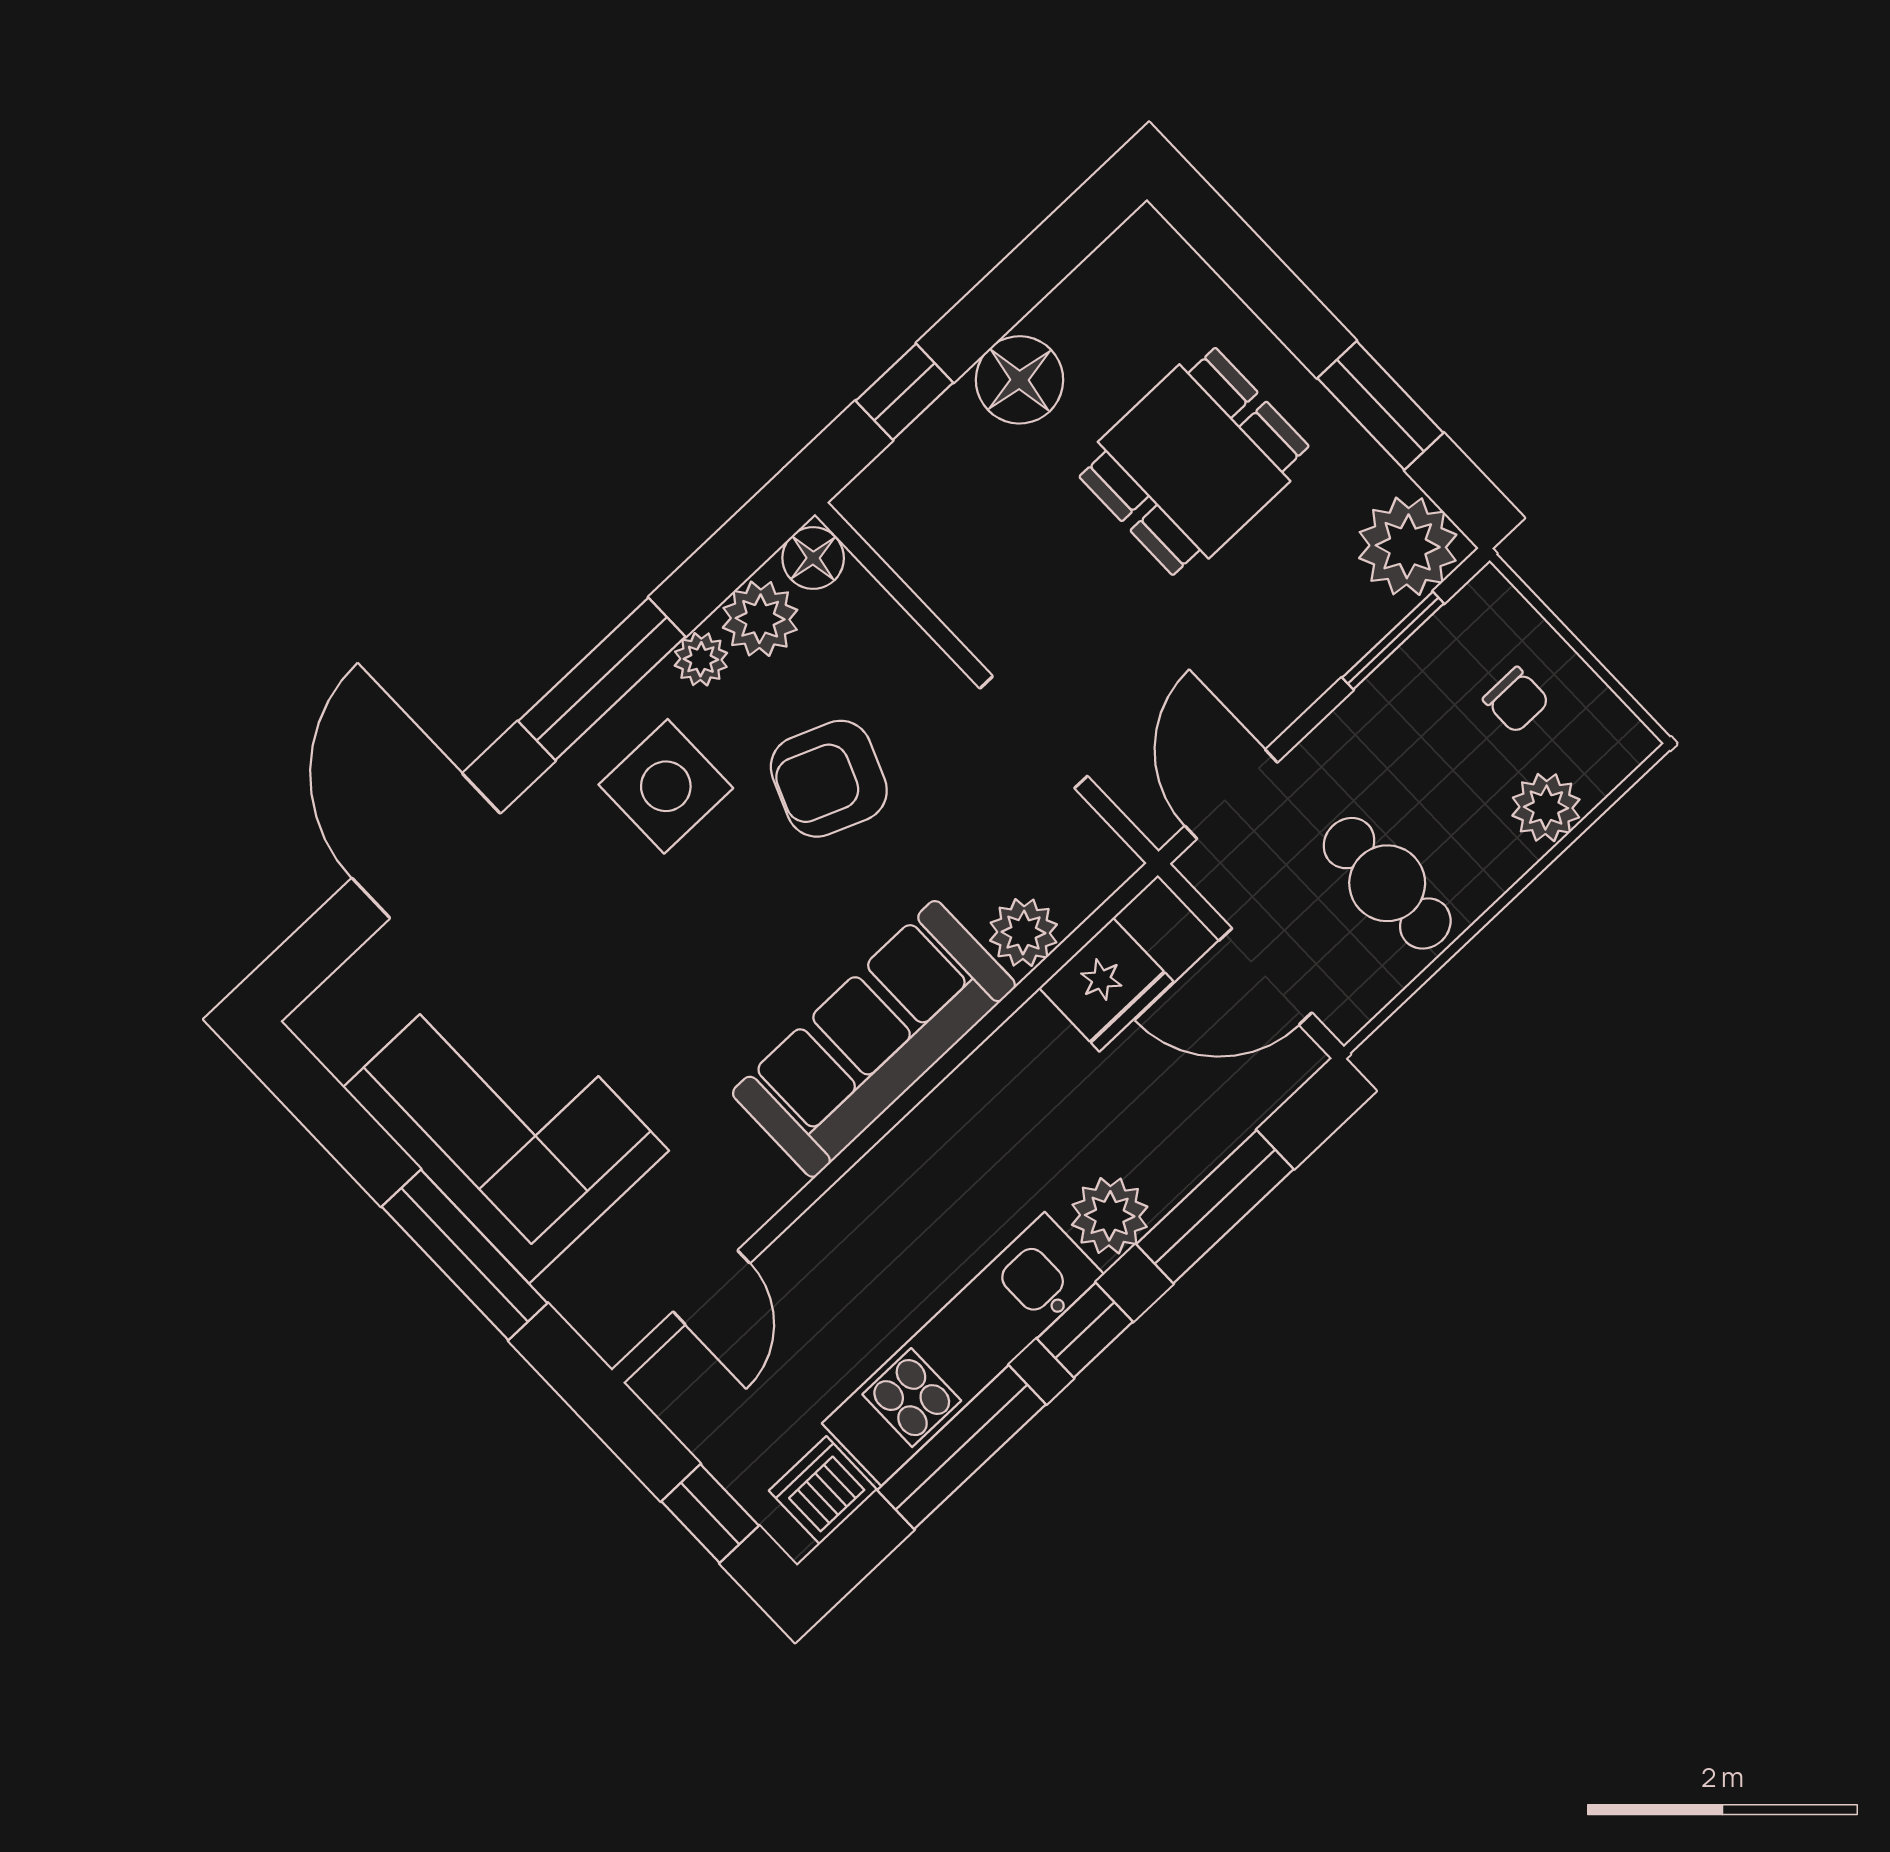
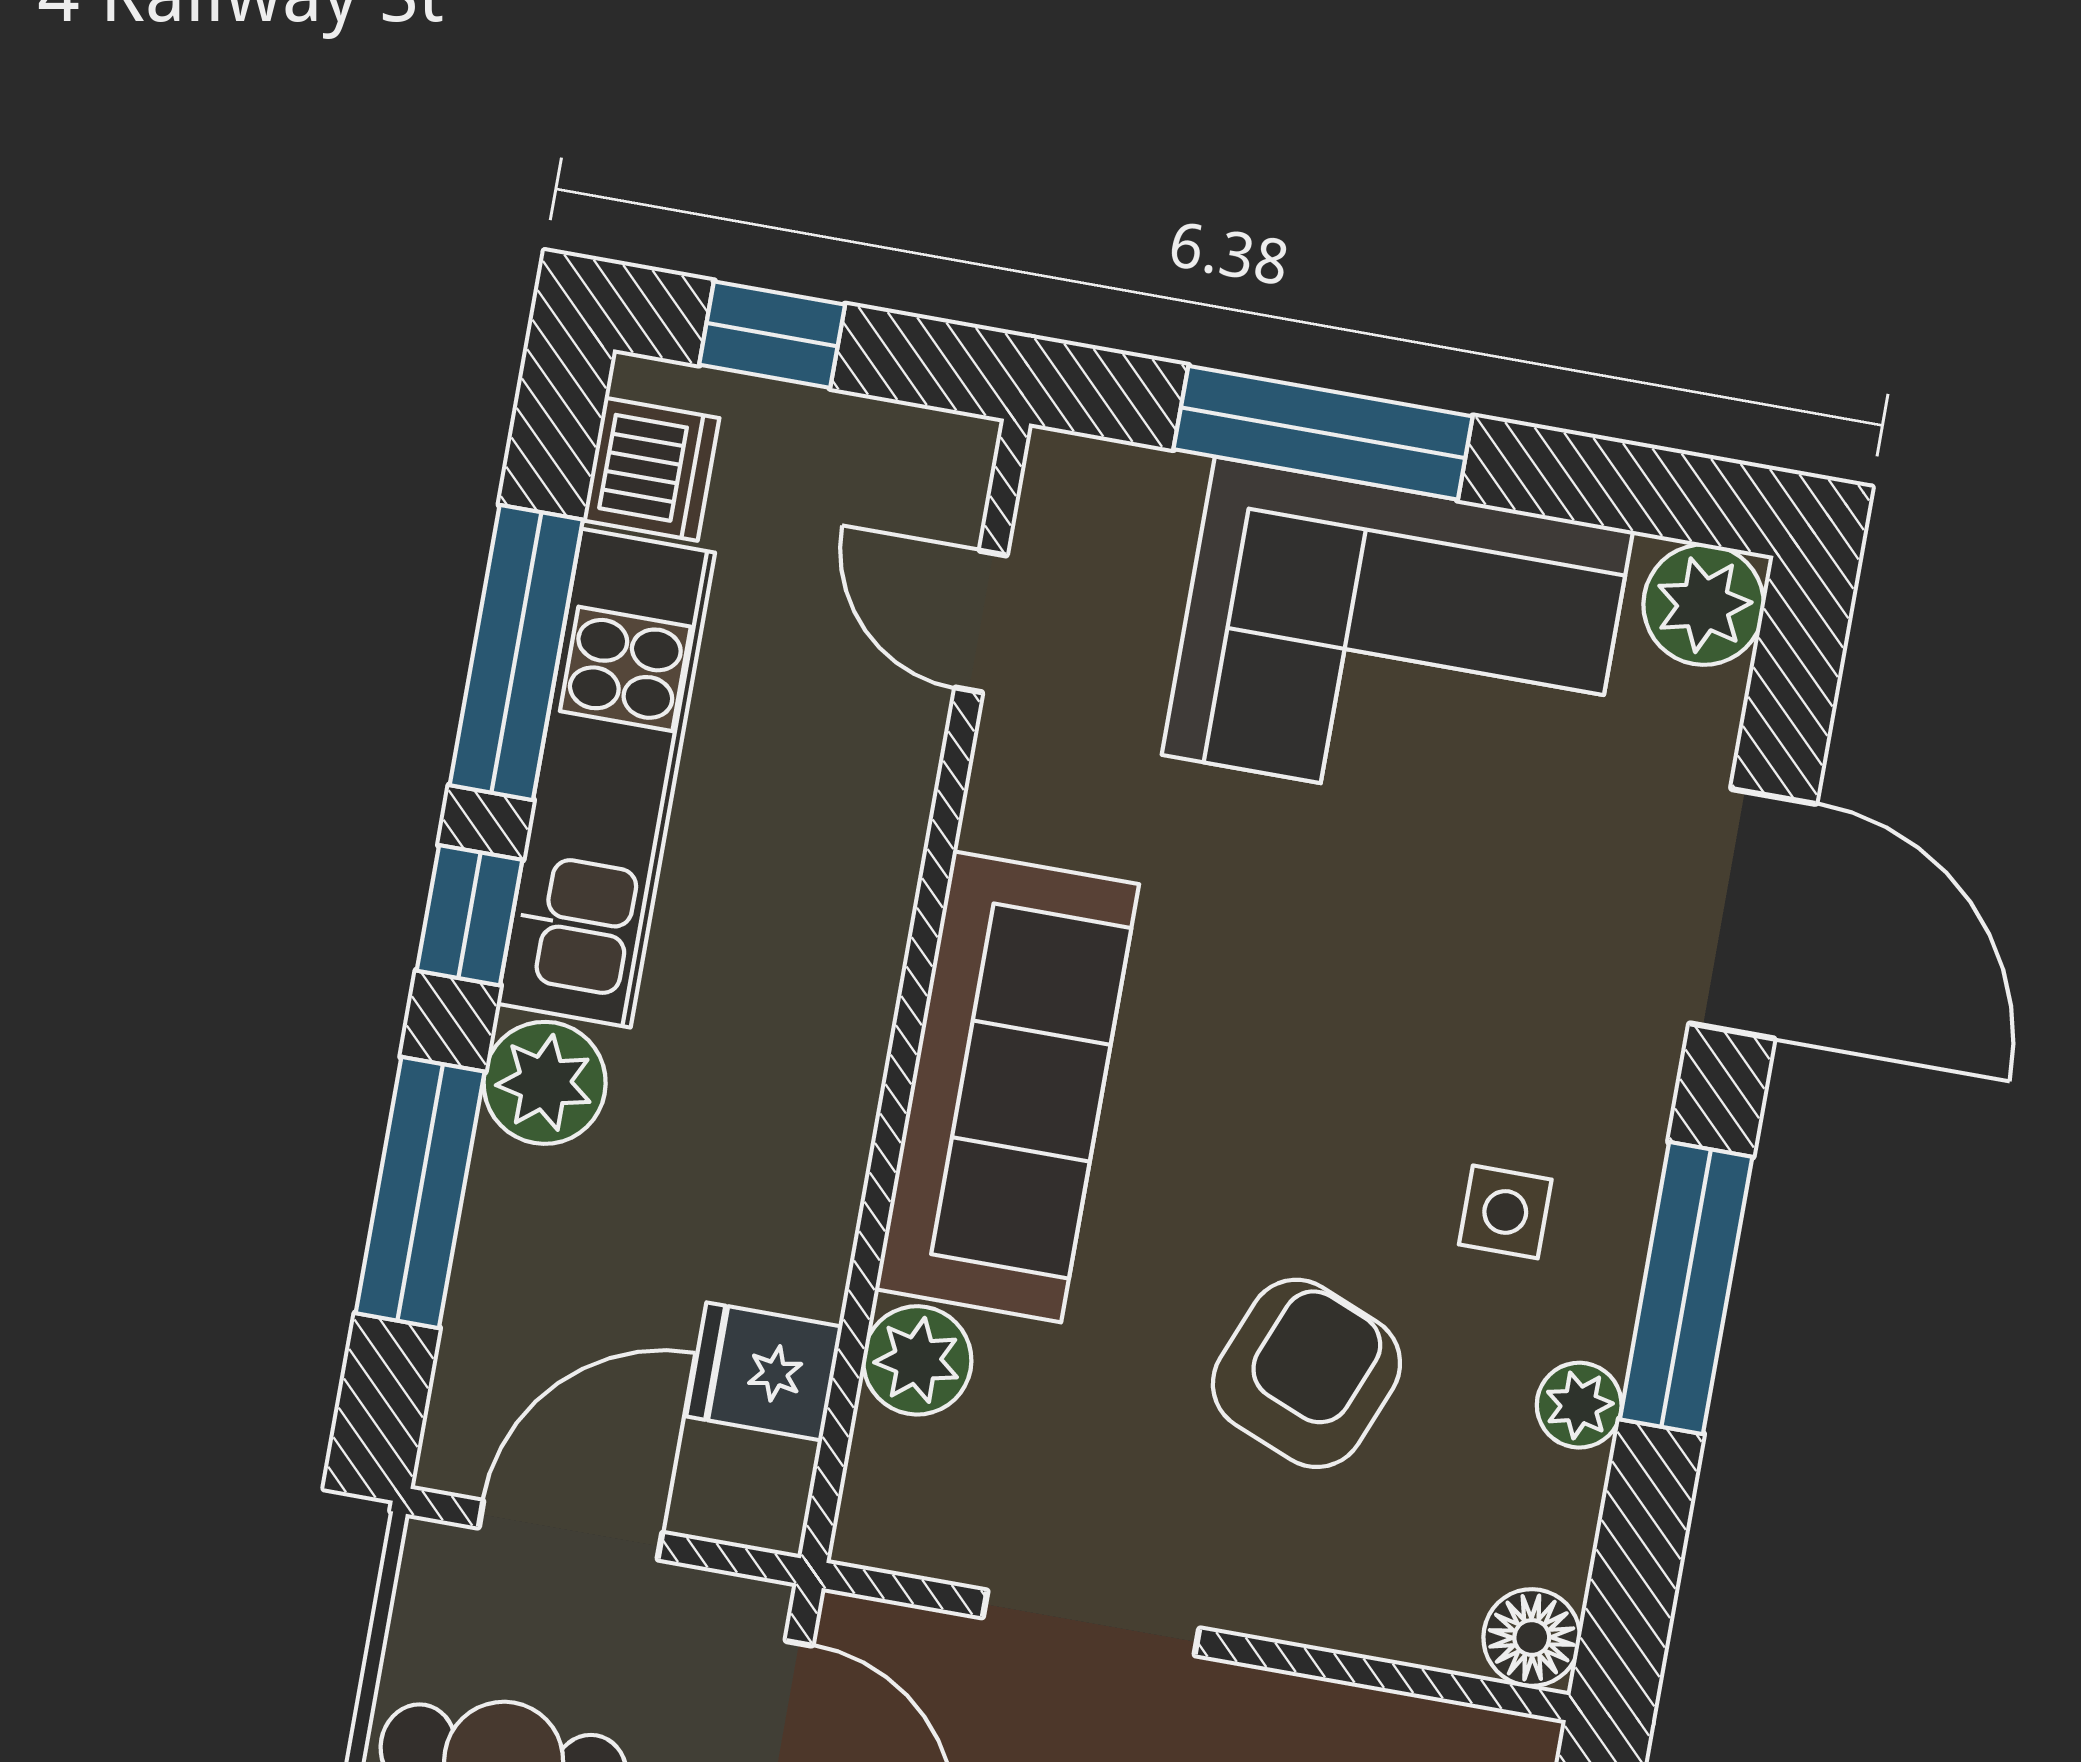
plant: (760, 619) -> (1704, 605), moved
side table: (666, 786) -> (1505, 1212), width x0.54, depth x0.54
fridge: (1106, 985) -> (764, 1372), width x0.72

